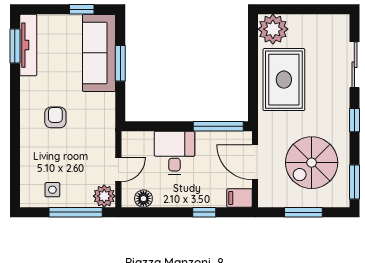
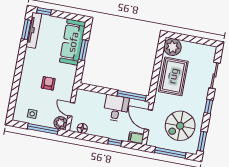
window: (82, 9) -> (44, 11), moved
armchair: (55, 117) -> (48, 83), moved
desk: (174, 153) -> (116, 108), moved
door: (118, 169) -> (71, 109), swing flipped
window: (303, 212) -> (170, 153), width x1.44

